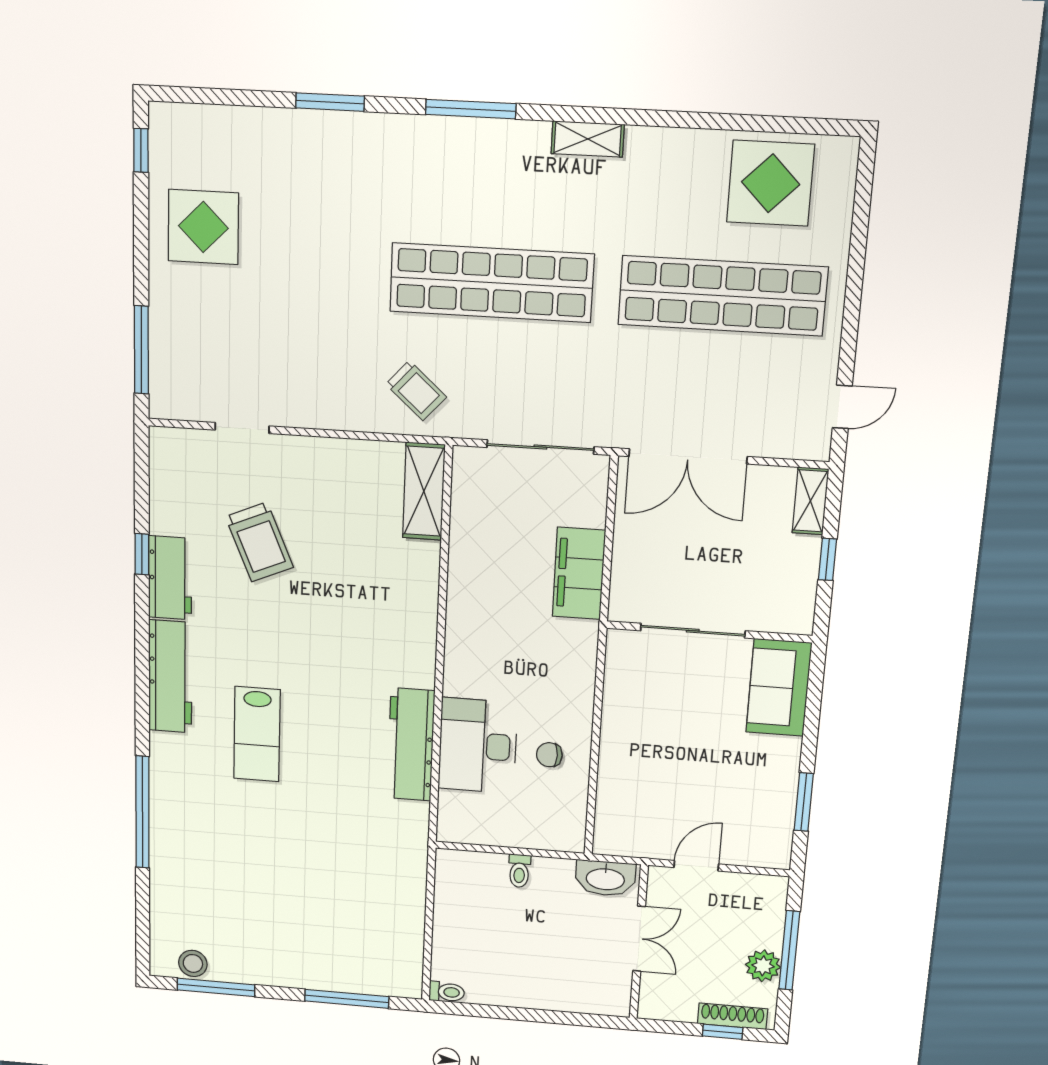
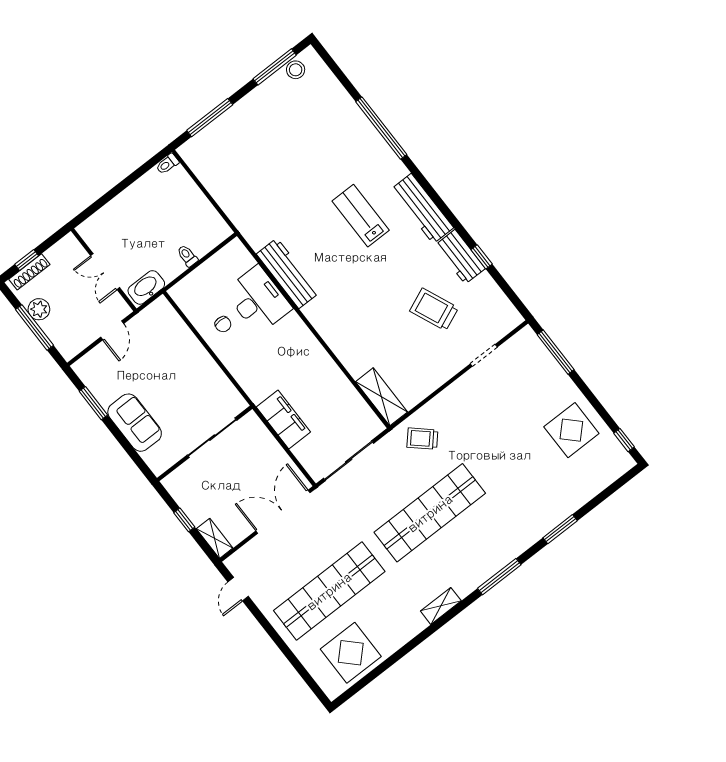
sofa: (779, 688) -> (135, 423), moved
chair: (549, 755) -> (223, 324), turned 90

